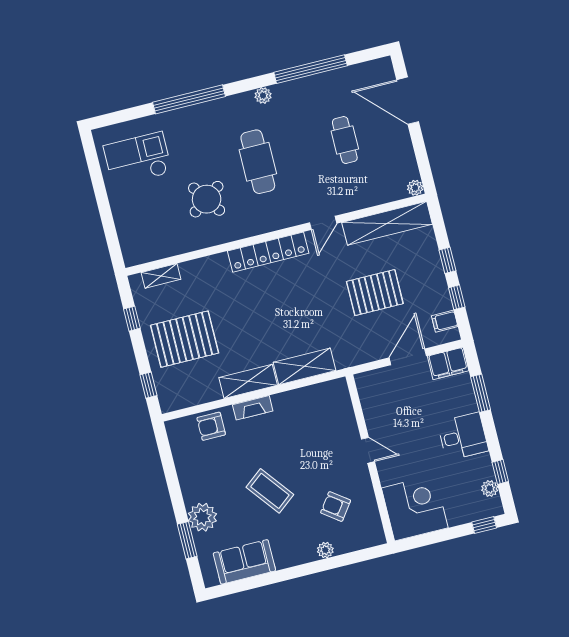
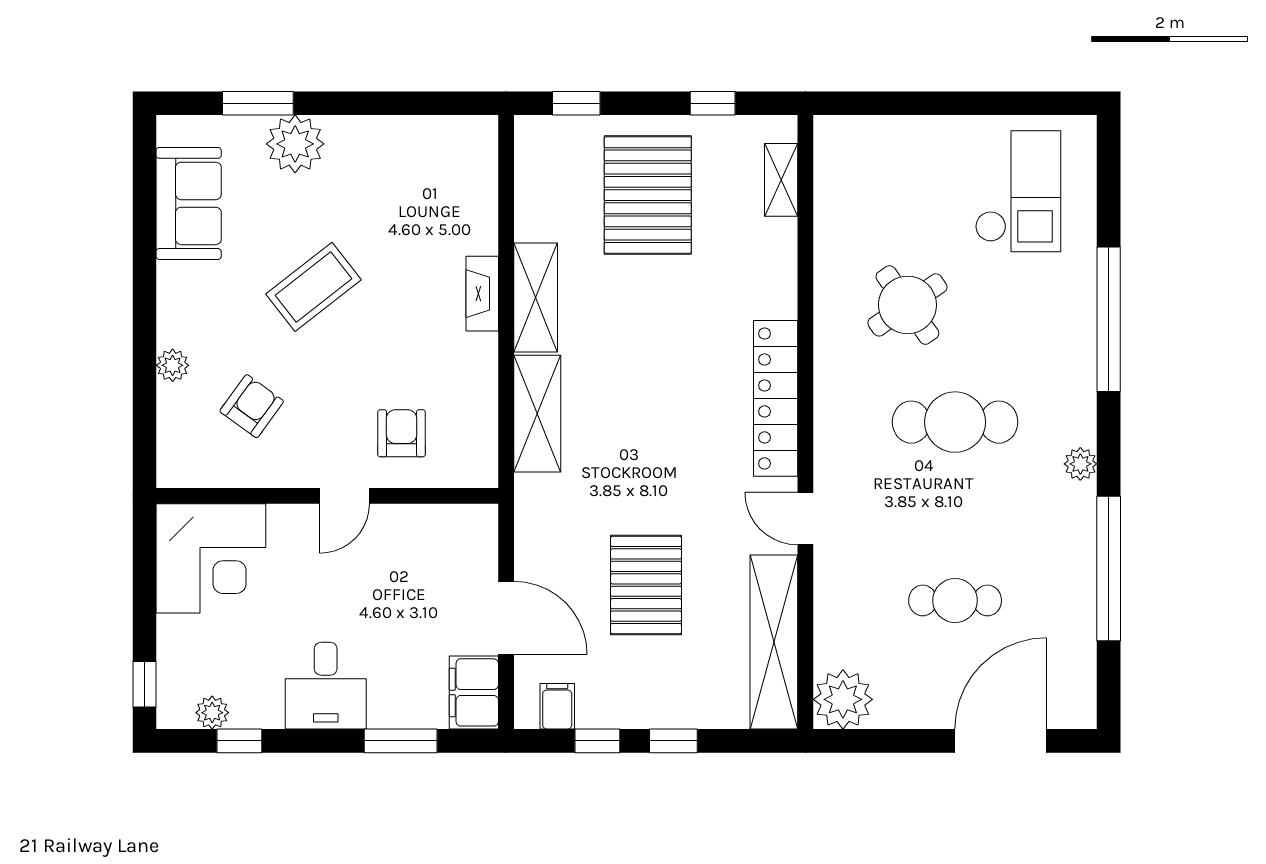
plant: (415, 188) -> (843, 699), width x1.88, depth x1.88
armchair: (211, 426) -> (402, 433), moved

